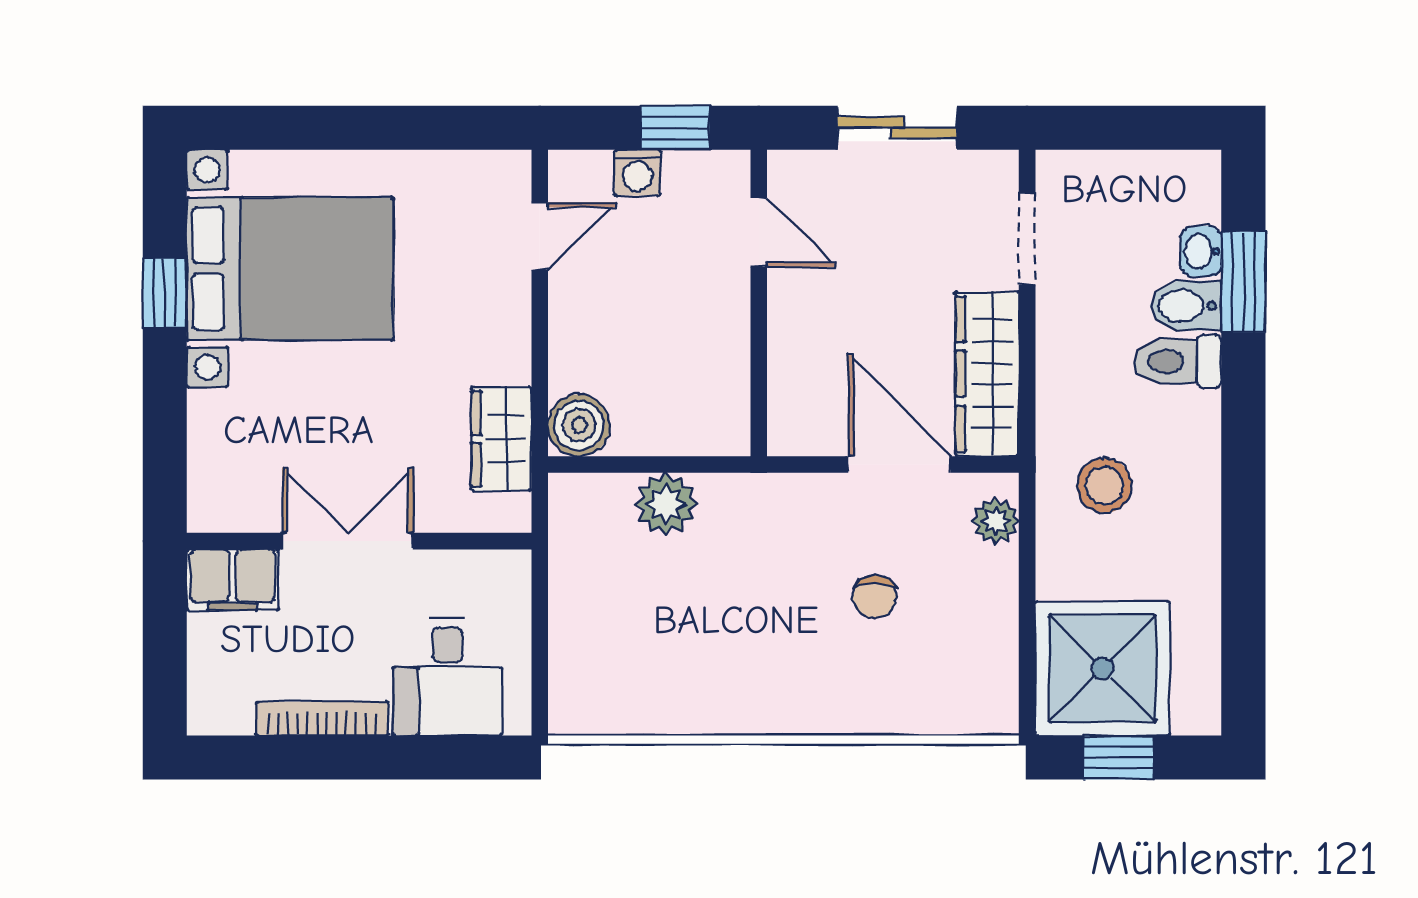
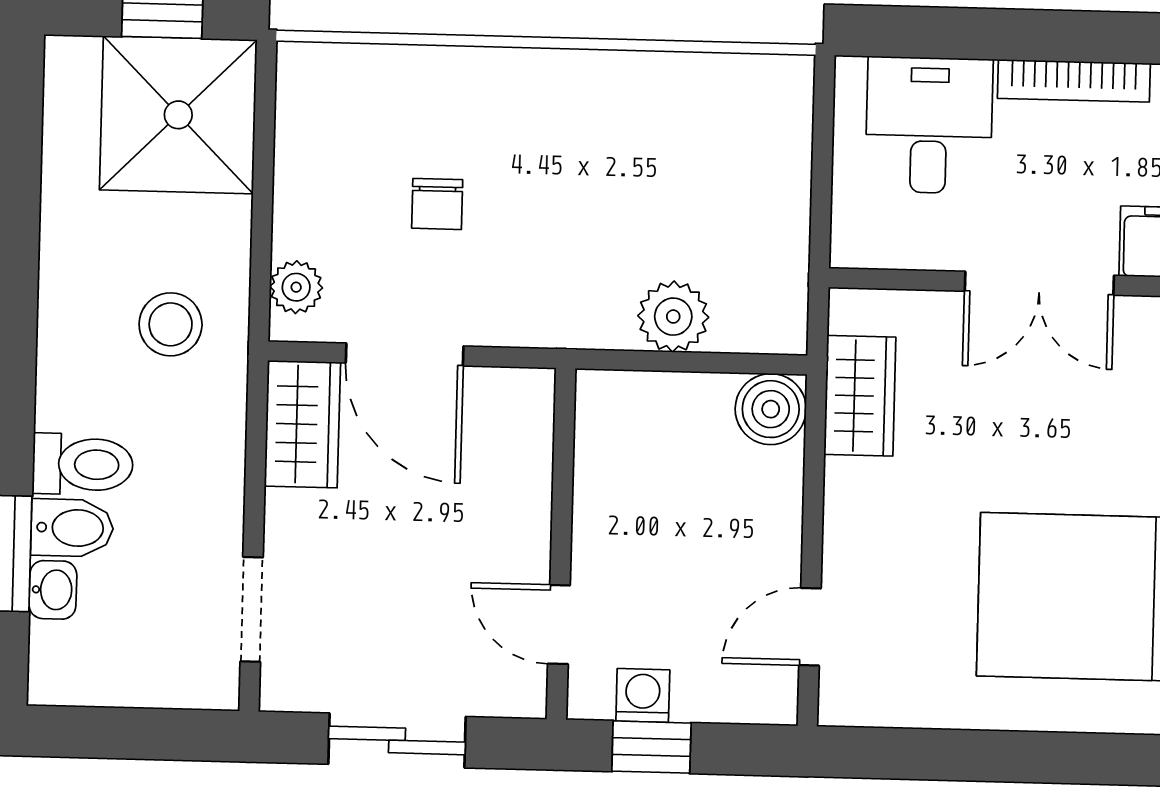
washing machine: (637, 173) -> (643, 695), moved
wardrobe: (987, 374) -> (302, 424), width x0.67
chair: (875, 597) -> (437, 204), turned 180

